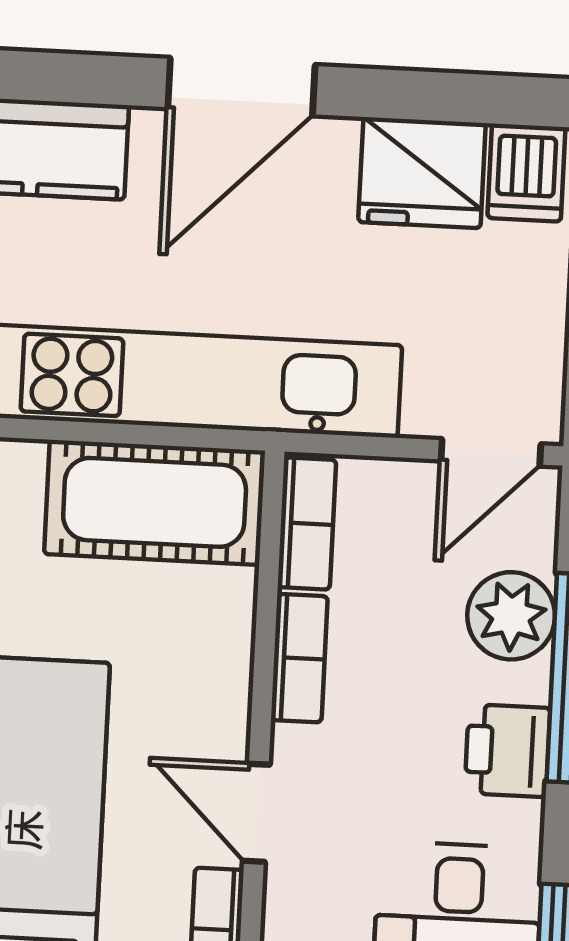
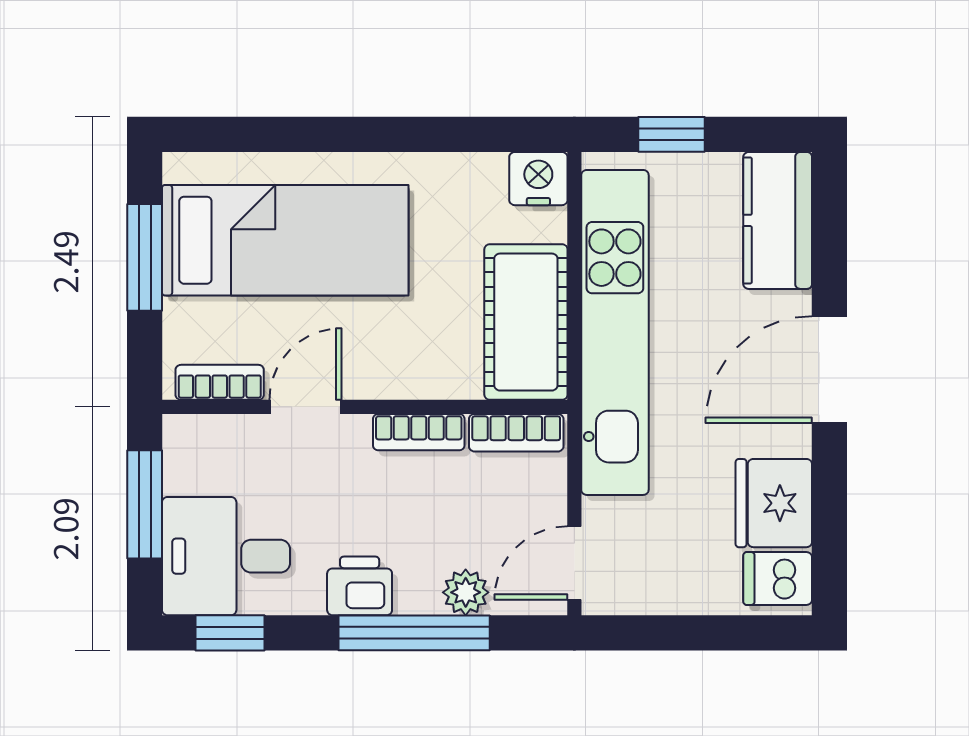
door: (241, 87) -> (829, 370), hinge flipped
door: (491, 452) -> (574, 563), hinge flipped
plant: (511, 616) -> (466, 592), width x0.73, depth x0.73

